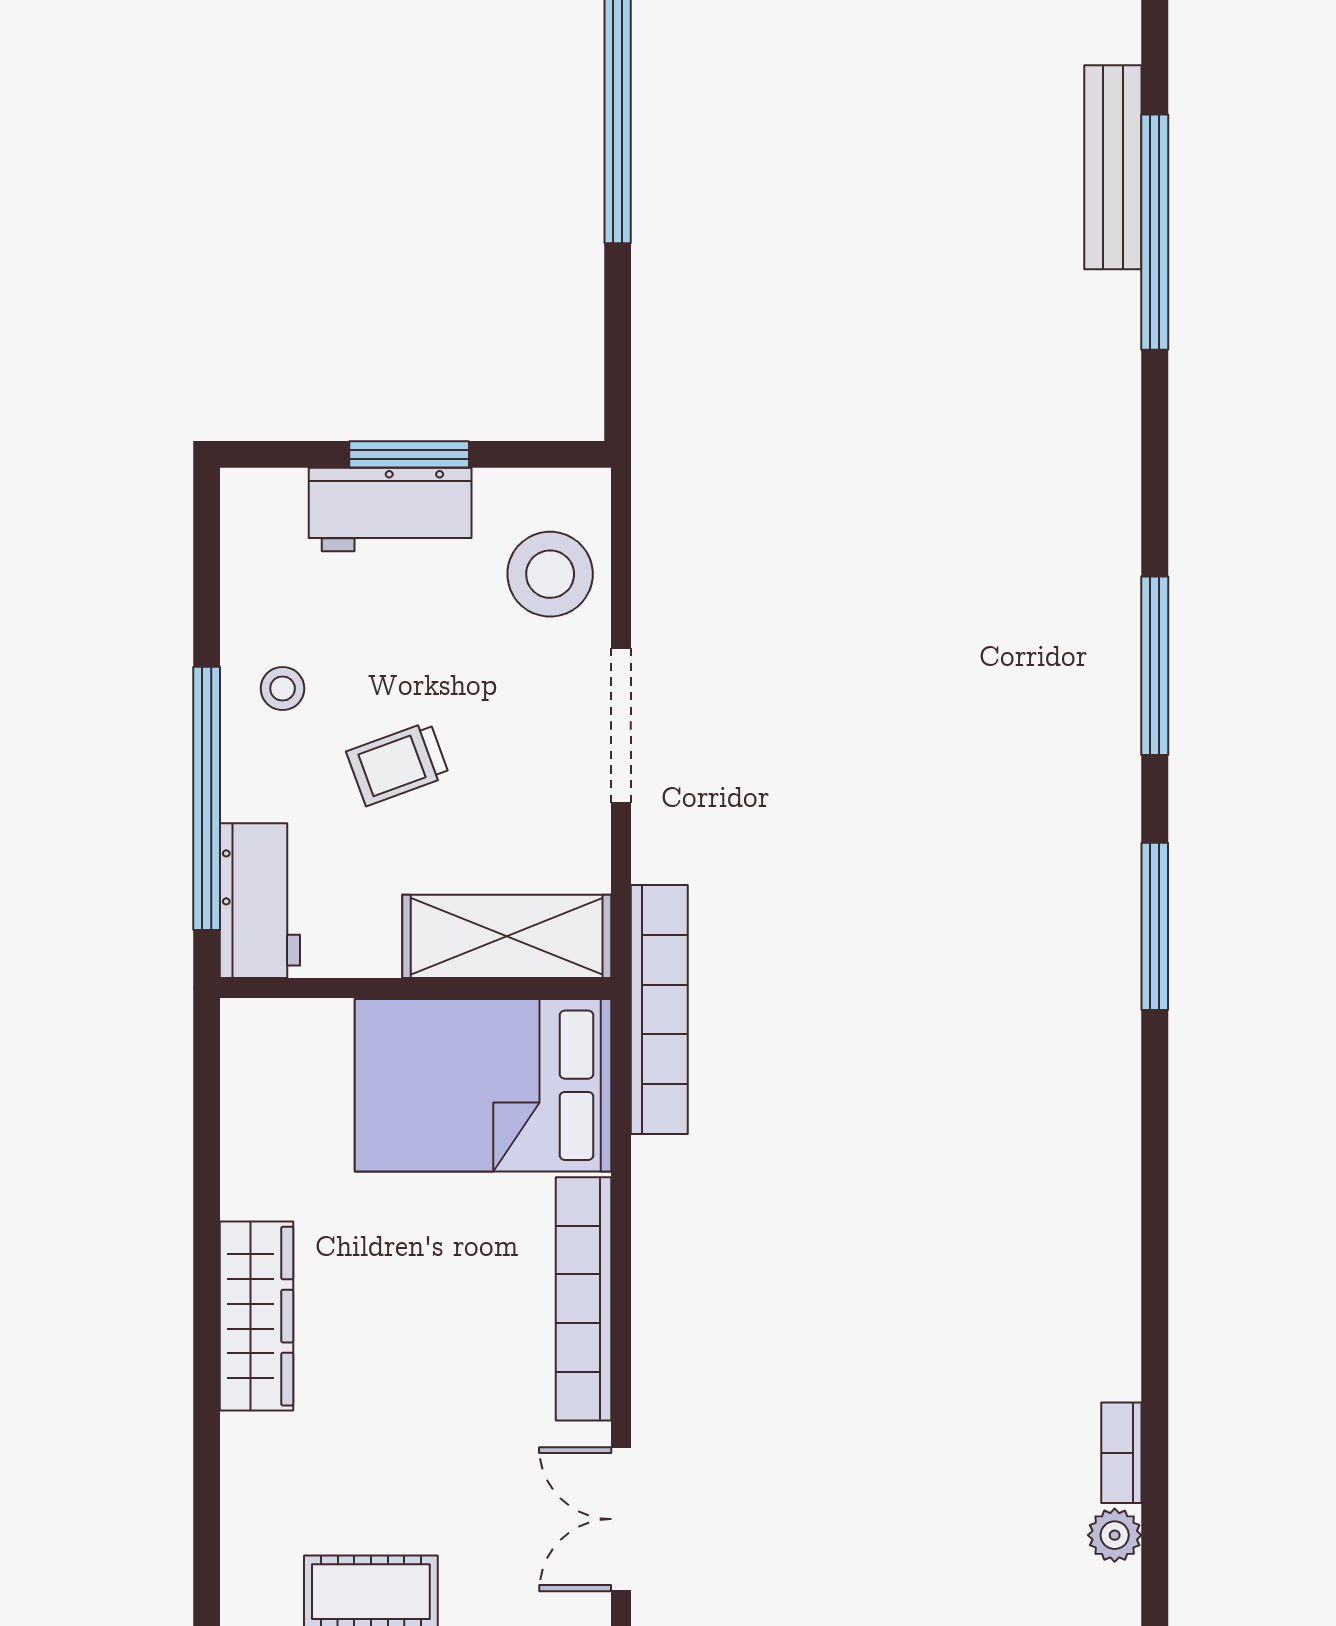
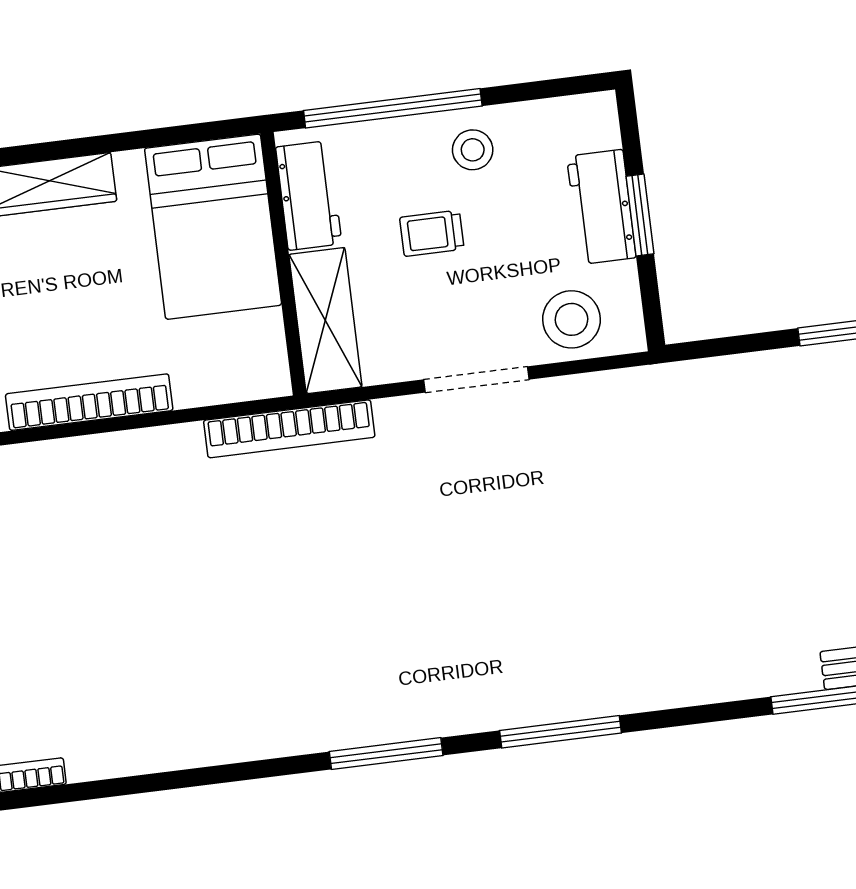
stool: (283, 688) -> (473, 150), width x1.37, depth x1.37
trolley: (398, 764) -> (432, 233), turned -70
workbench: (260, 901) -> (309, 195), moved, turned -90
bed: (483, 1085) -> (213, 227), moved, turned 180

